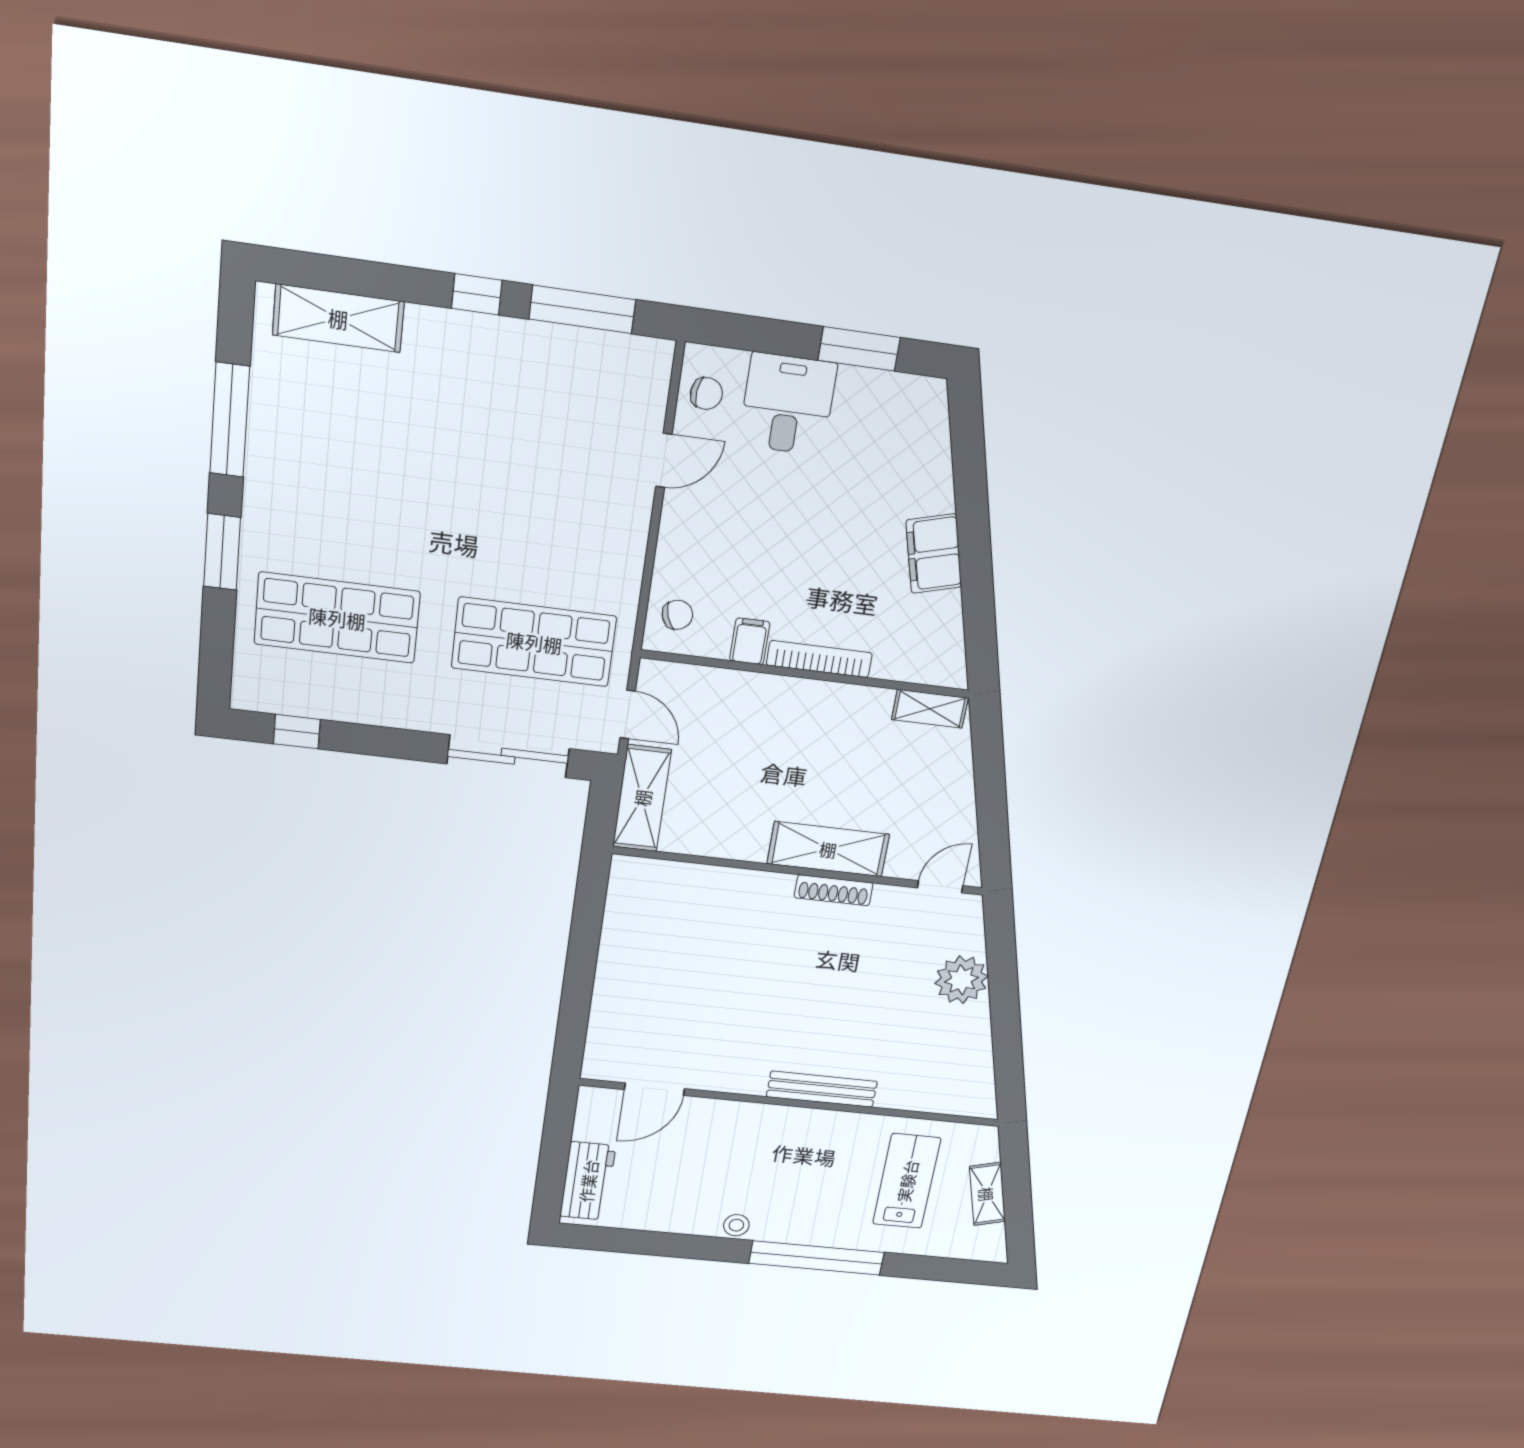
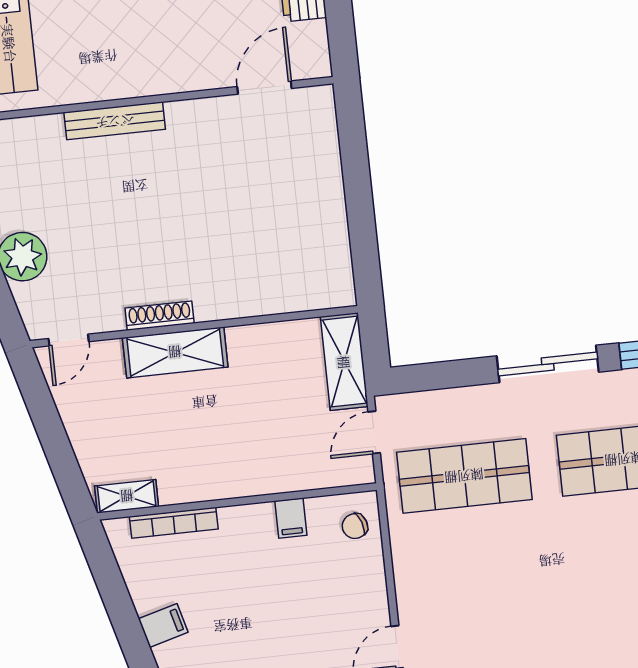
filing cabinet: (934, 554) -> (163, 626), width x0.50
bookcase: (819, 659) -> (174, 523), moved
door: (628, 714) -> (374, 432), hinge flipped
sliding door: (508, 756) -> (548, 364), moved

